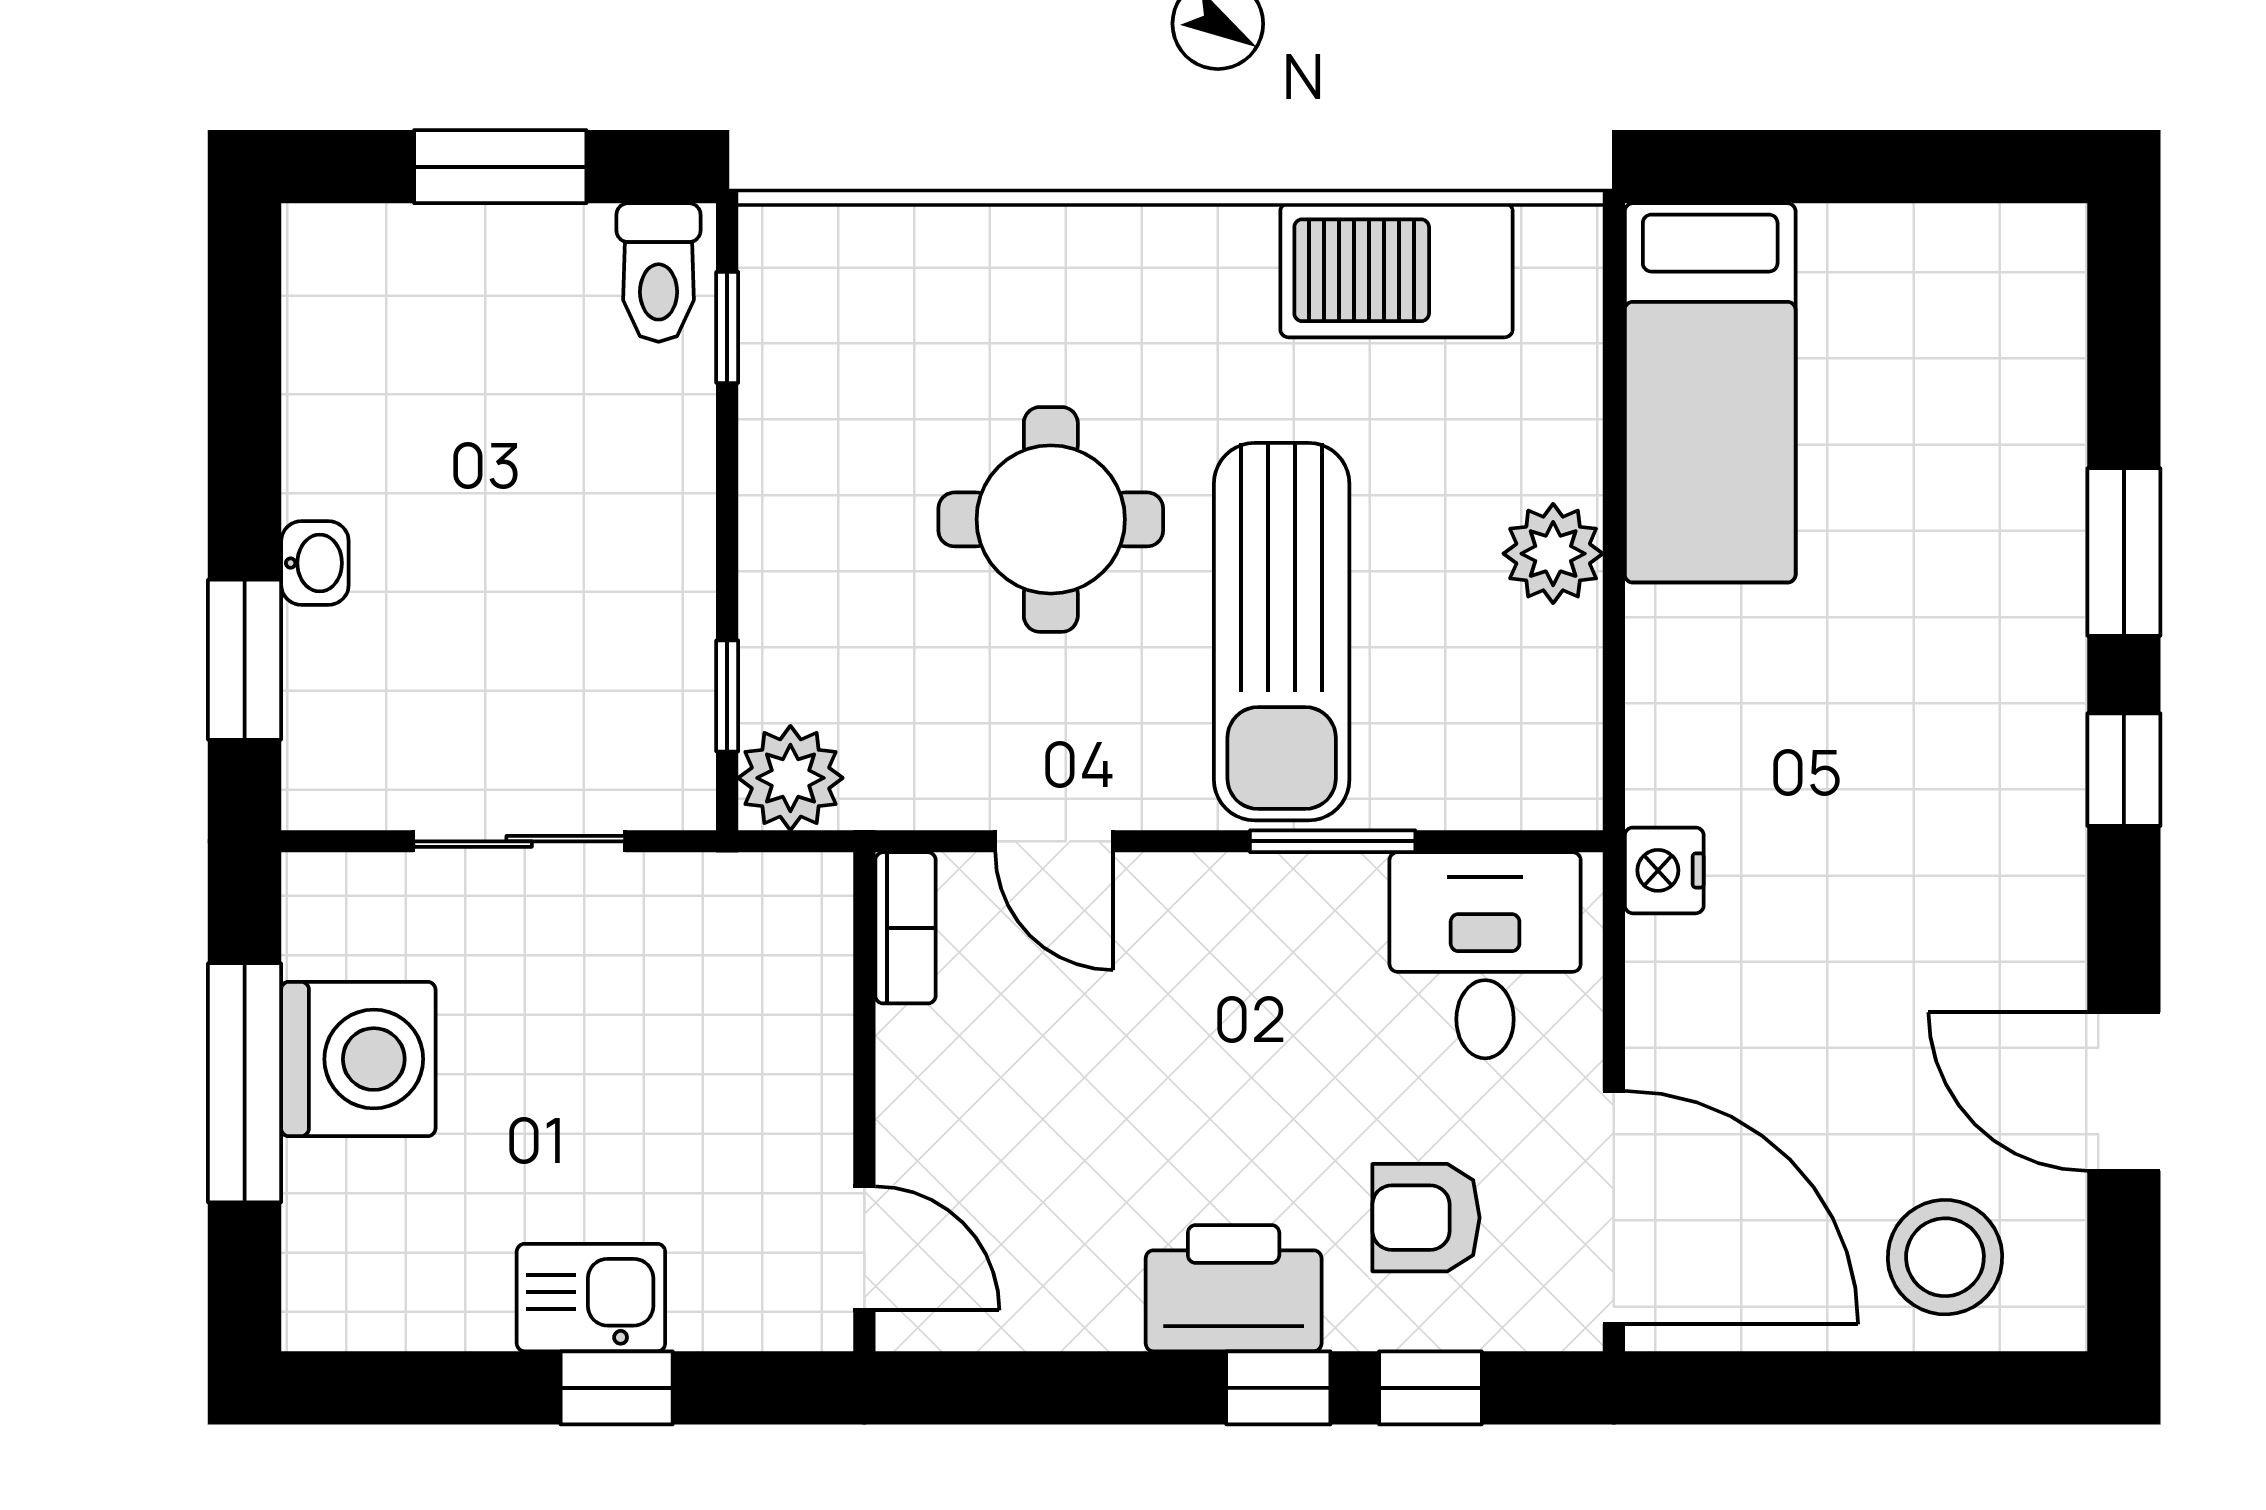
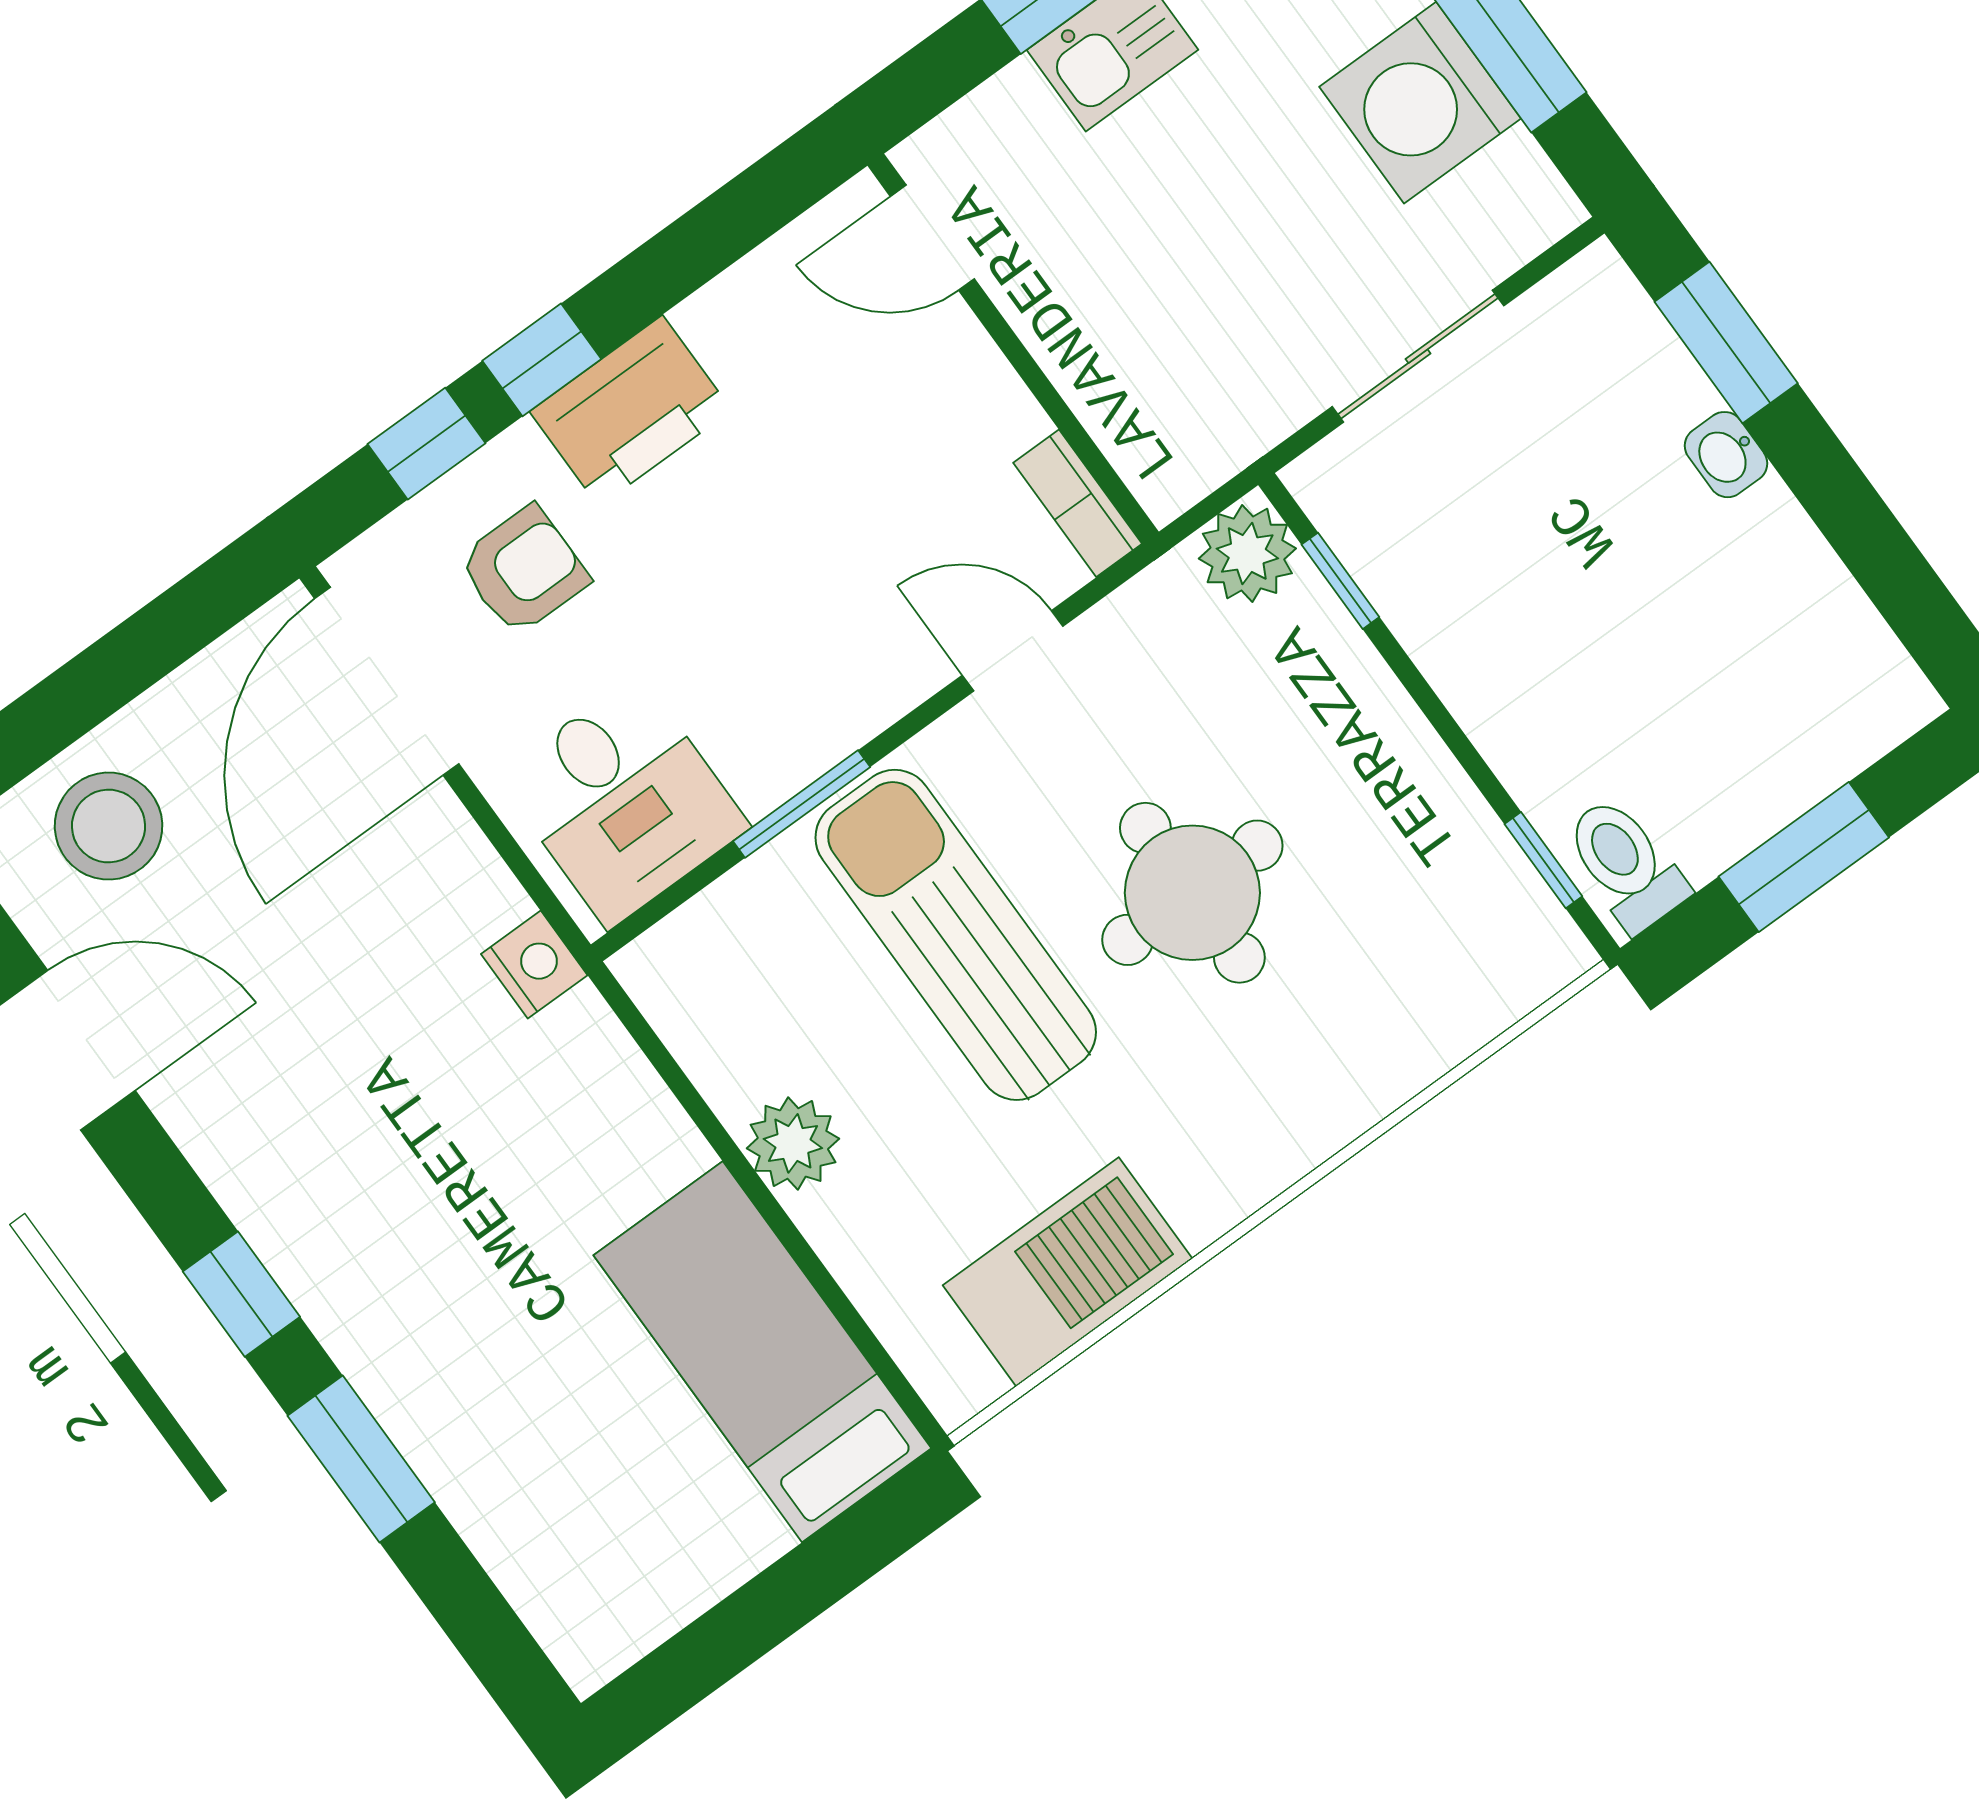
door: (1614, 1208) -> (387, 681), hinge flipped

